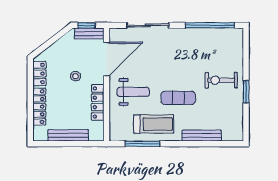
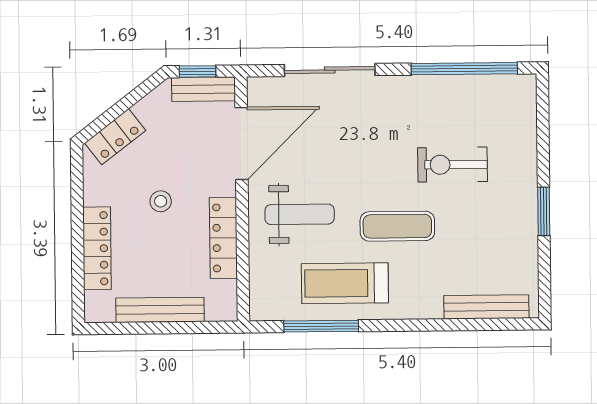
locker: (39, 74) -> (115, 137), moved, turned 53
stool: (75, 76) -> (161, 201), moved
exercise bike: (221, 80) -> (453, 165), moved
treadmill: (154, 124) -> (345, 283), turned 180
bench: (202, 136) -> (486, 307), moved

